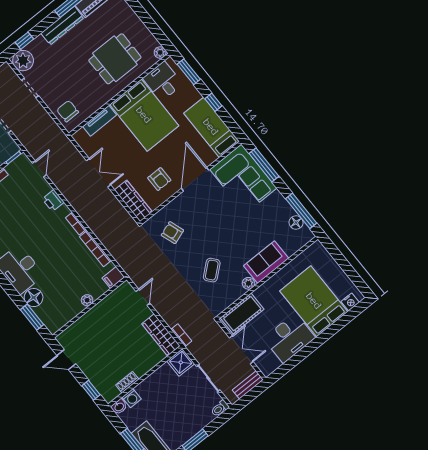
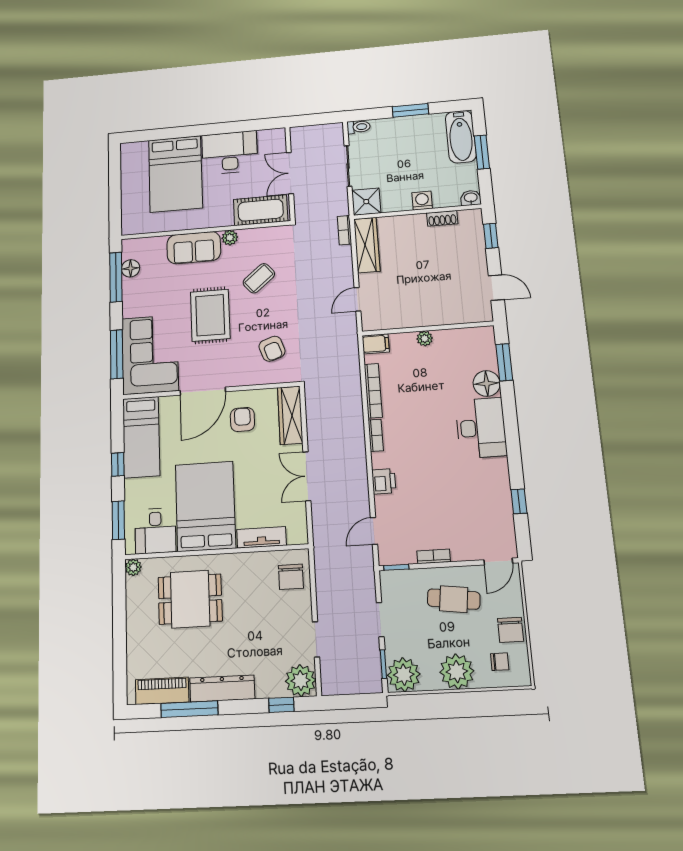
rug: (225, 227) -> (210, 315), added
nightstand: (350, 302) -> (139, 149), removed
bench: (248, 385) -> (310, 132), removed
washing machine: (132, 398) -> (422, 201), moved

